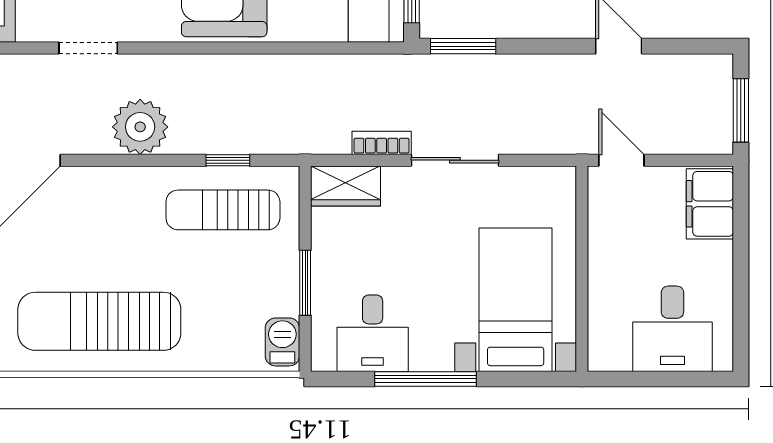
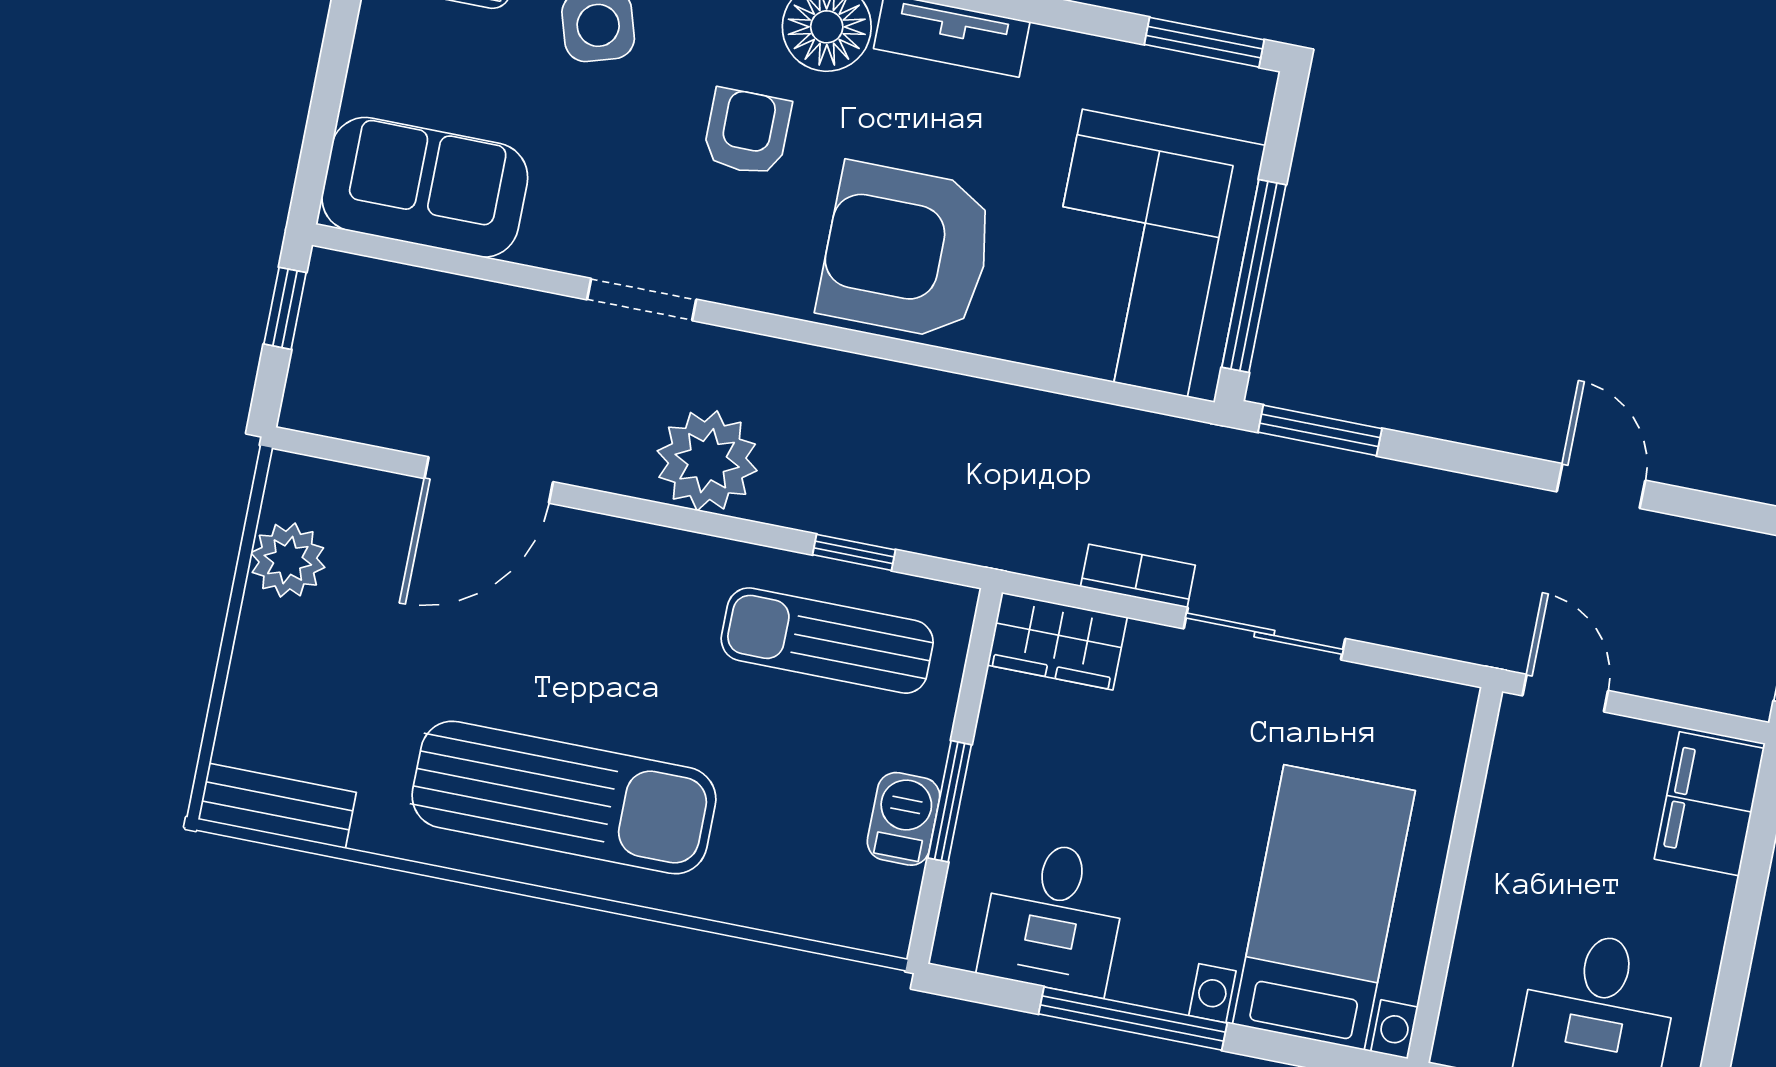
sun lounger: (99, 321) -> (564, 797), turned 180
barbecue: (282, 342) -> (904, 819), moved

